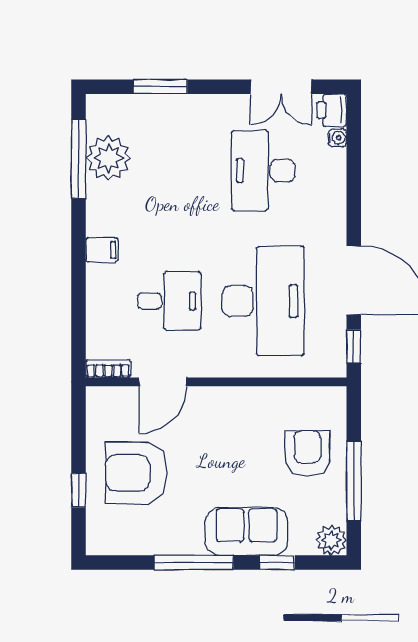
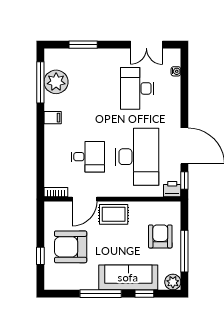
printer: (332, 110) -> (172, 189), moved, turned 90
filing cabinet: (102, 250) -> (53, 118), moved
rug: (218, 411) -> (114, 214), added
sofa: (246, 531) -> (128, 277), width x1.36

